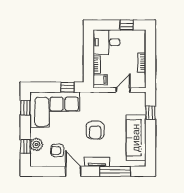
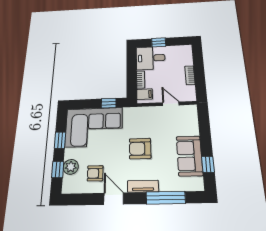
window: (127, 25) -> (159, 42), moved
door: (123, 90) -> (171, 104), hinge flipped
window: (25, 108) -> (60, 140), moved
window: (150, 113) -> (208, 164), moved
armchair: (95, 130) -> (140, 149), turned 90
sofa: (136, 138) -> (189, 156), width x0.73

